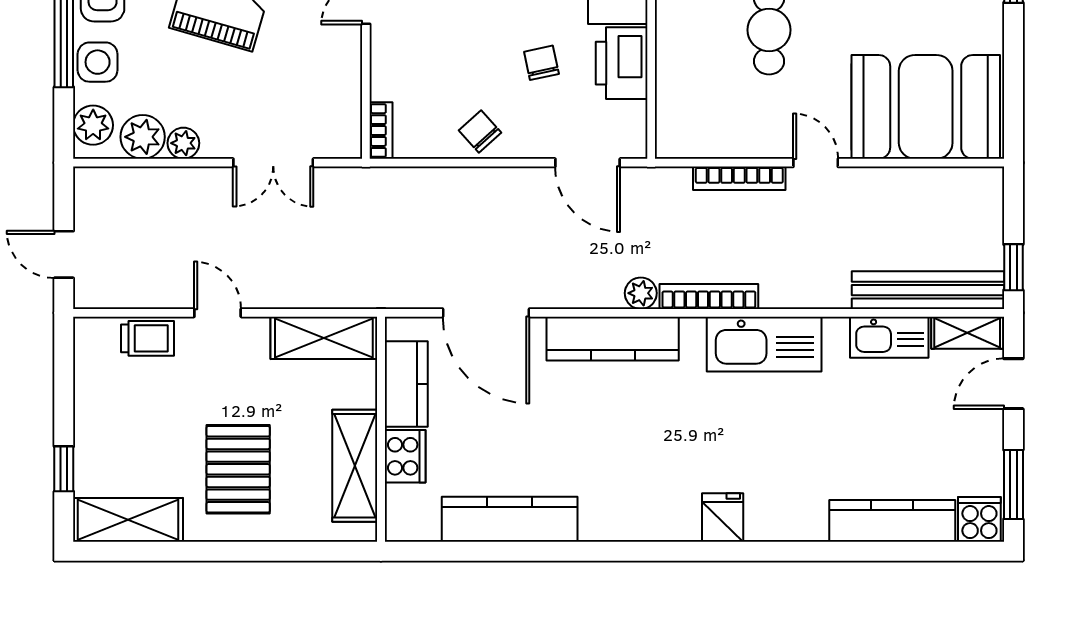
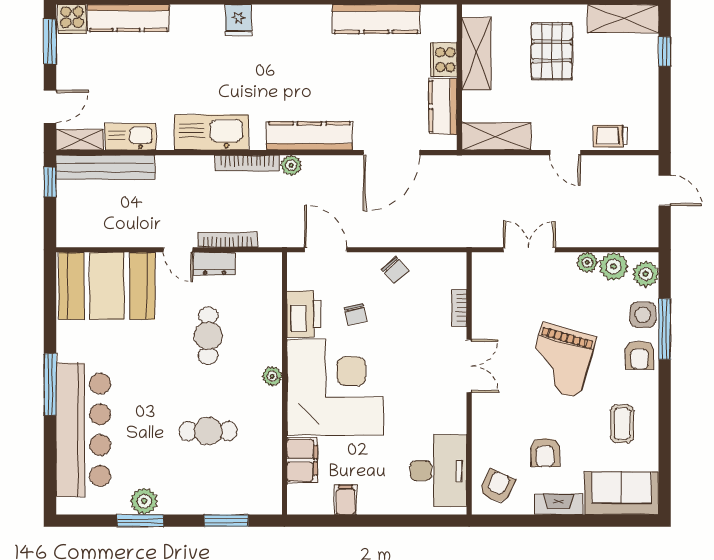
bookcase: (381, 131) -> (459, 308), moved
dresser: (759, 141) -> (215, 264), added
door: (486, 313) -> (391, 153), swing flipped

